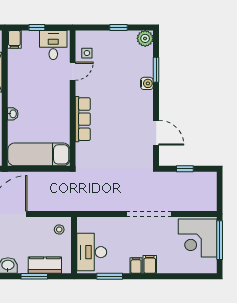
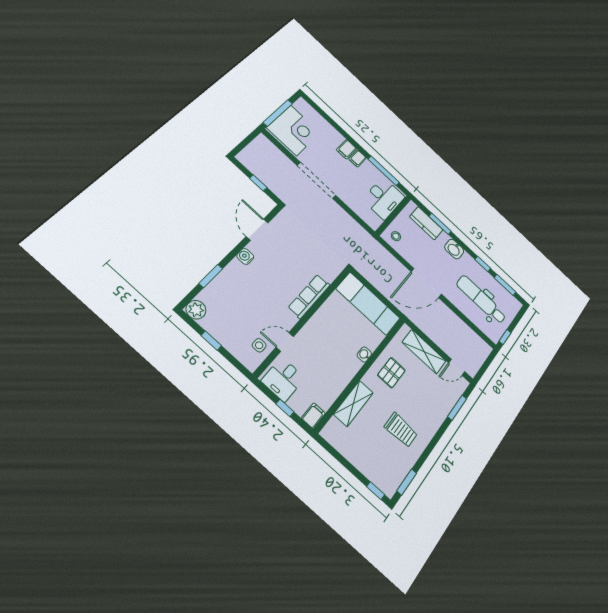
water cooler: (147, 83) -> (245, 256), moved
window: (110, 276) -> (384, 171), width x1.44

